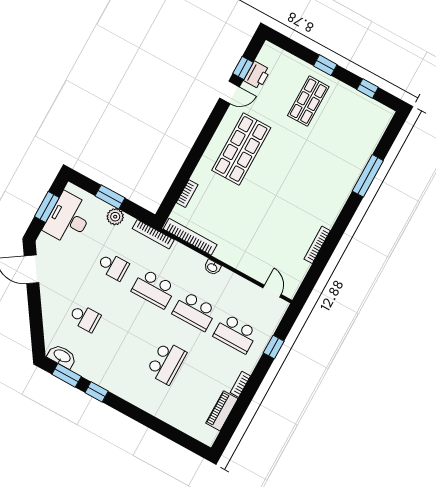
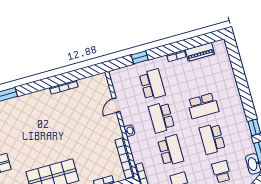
door: (272, 291) -> (116, 105), moved
school desk: (195, 311) -> (161, 117), turned 180
school desk: (126, 340) -> (212, 139), added
school desk: (166, 363) -> (203, 106), turned 180

